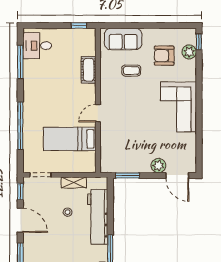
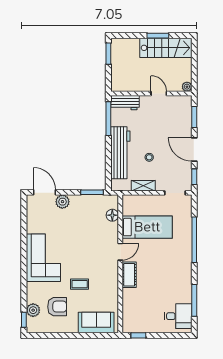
cot: (89, 70) -> (129, 275), moved
coffee table: (131, 71) -> (80, 284), moved
floor lamp: (106, 151) -> (112, 215), added

